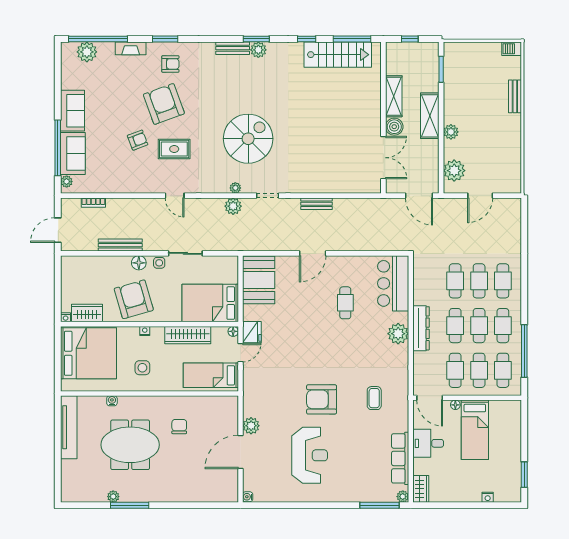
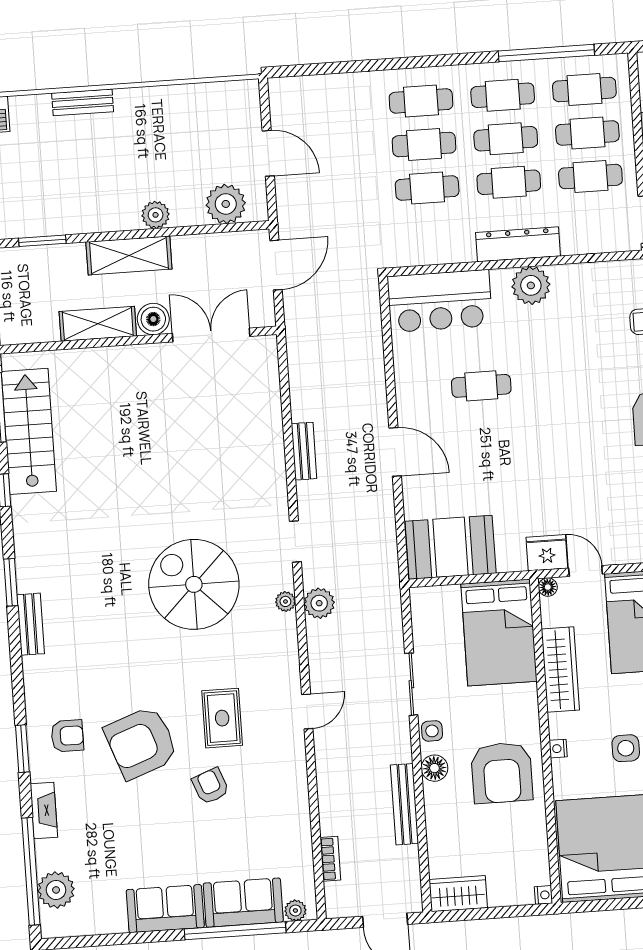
plant: (258, 50) -> (30, 577), removed
armchair: (170, 64) -> (67, 736), turned 90
armchair: (134, 299) -> (502, 773), turned -74
wardrobe: (87, 313) -> (458, 894), moved, turned 90

